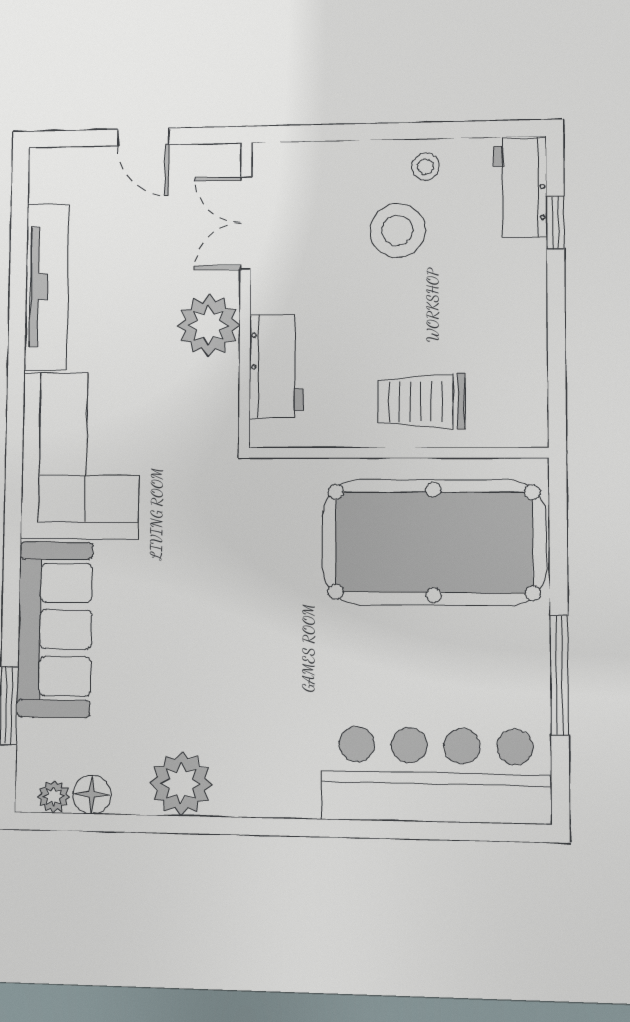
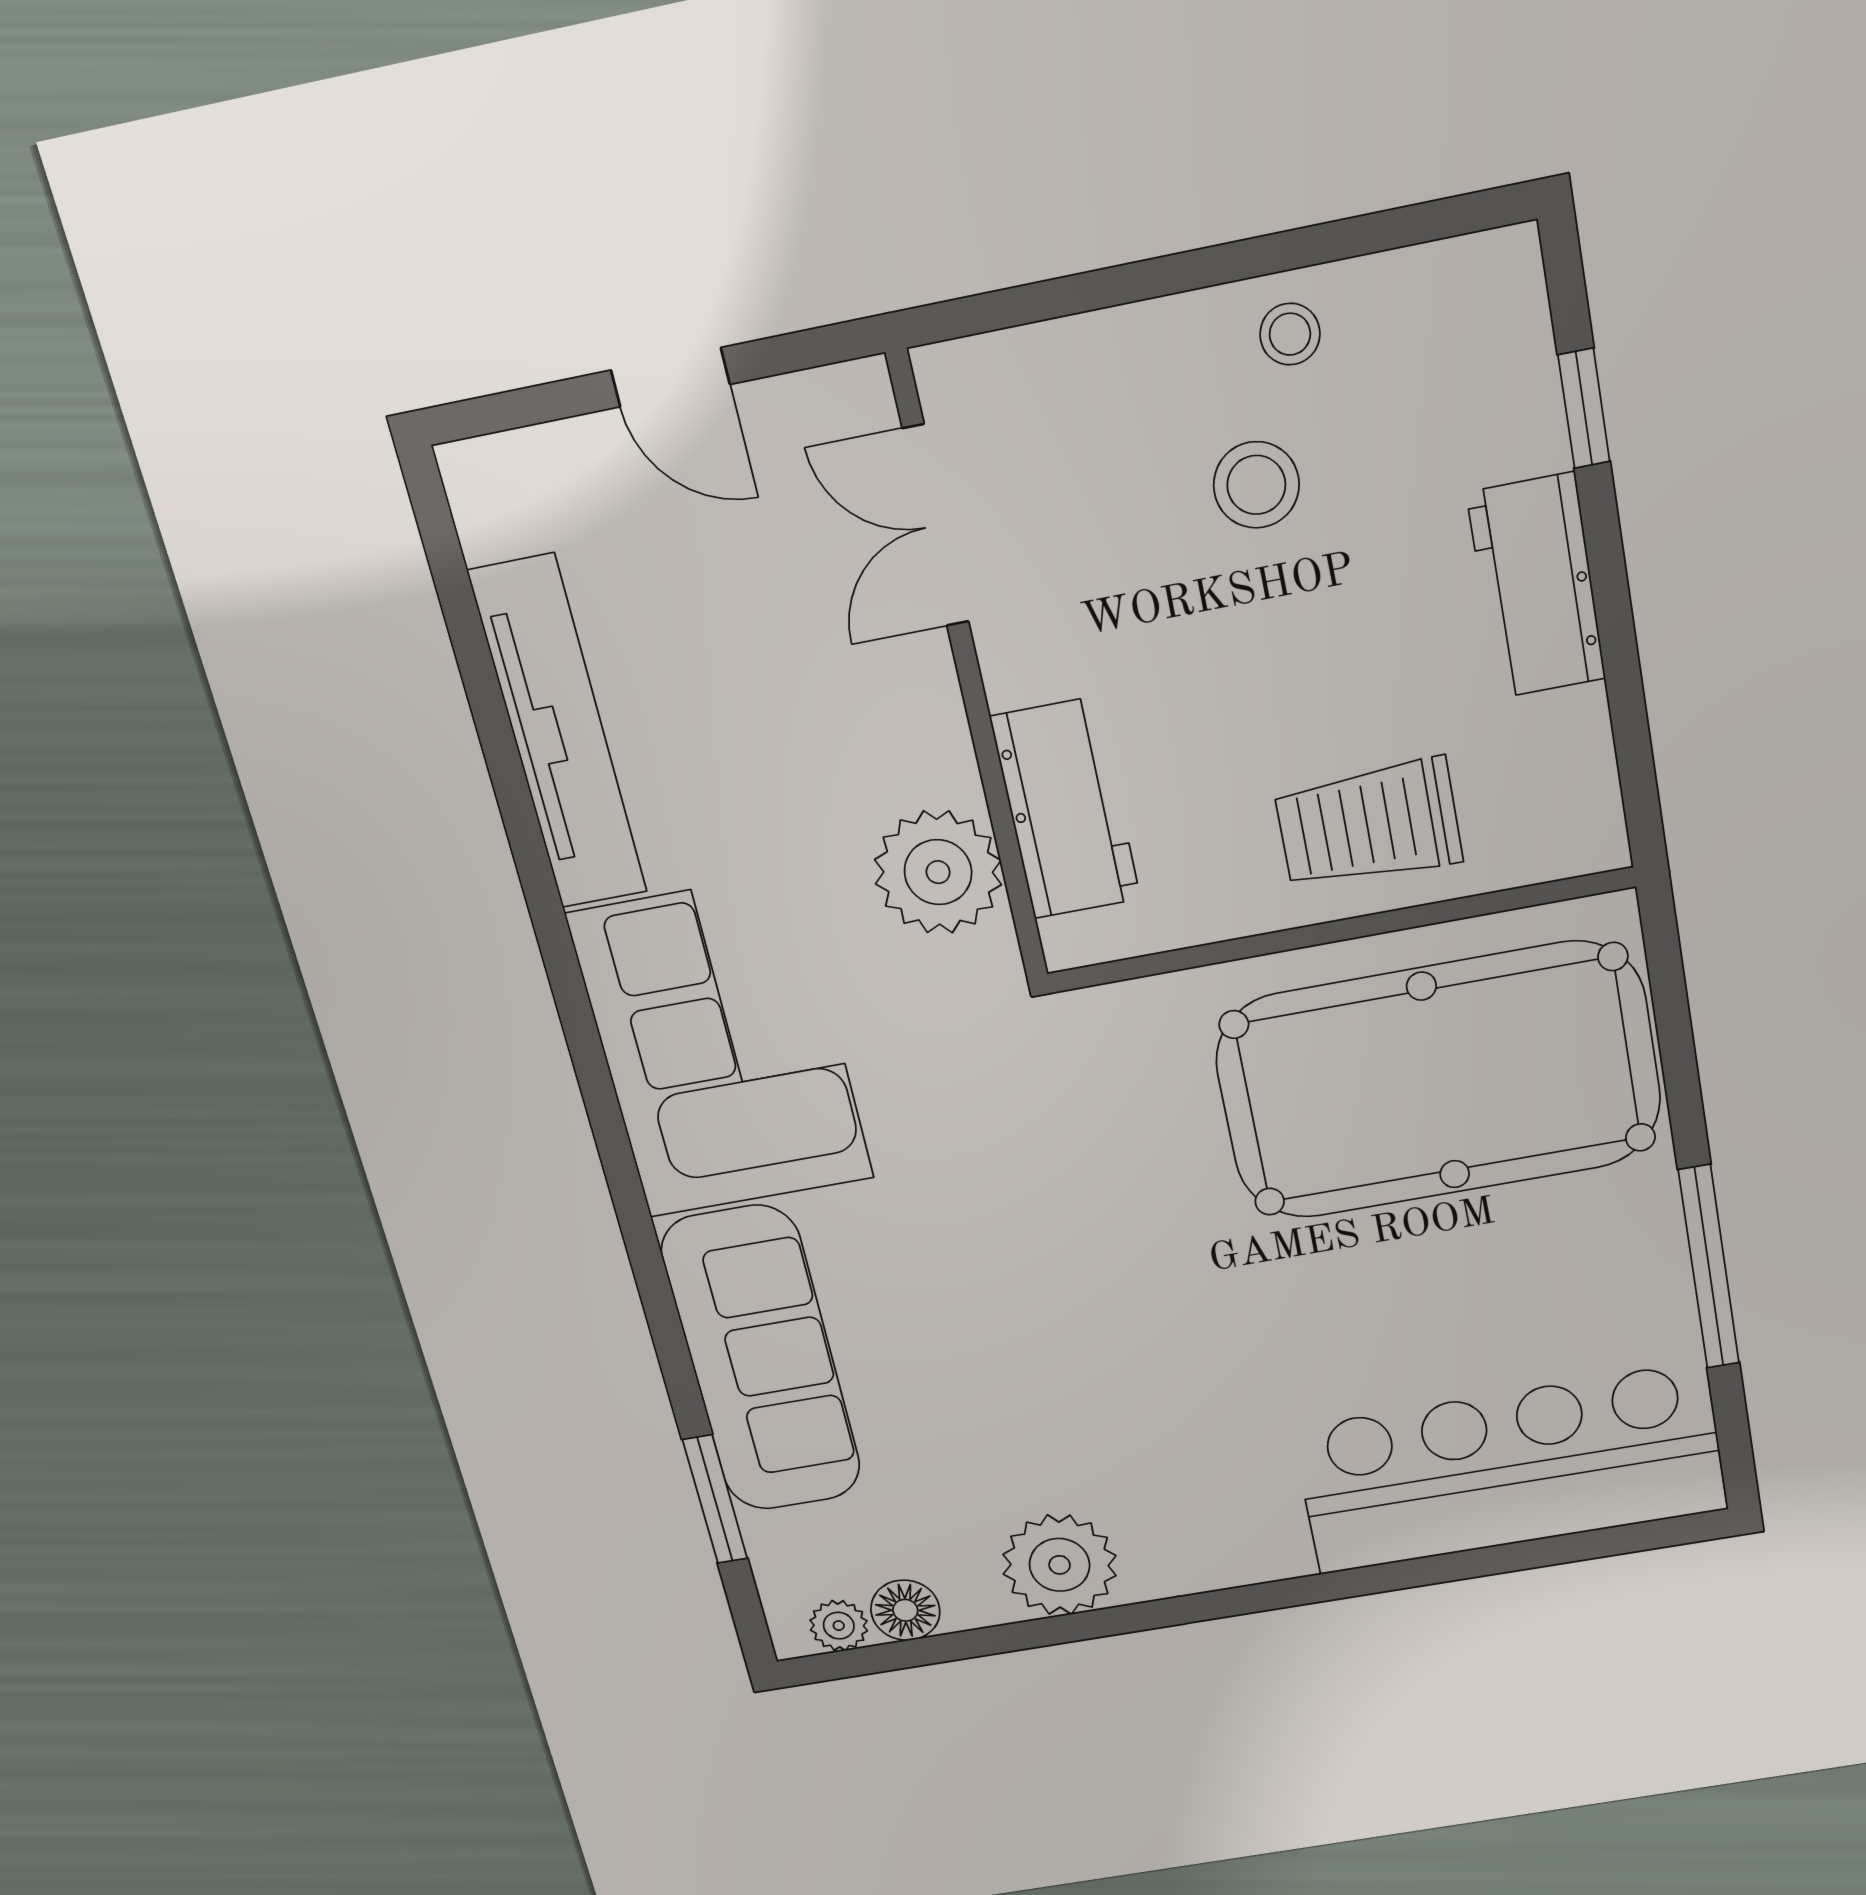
workbench: (520, 187) -> (1536, 586), moved
stool: (398, 230) -> (1256, 485), width x0.73, depth x0.73
plant: (209, 325) -> (938, 872), moved

